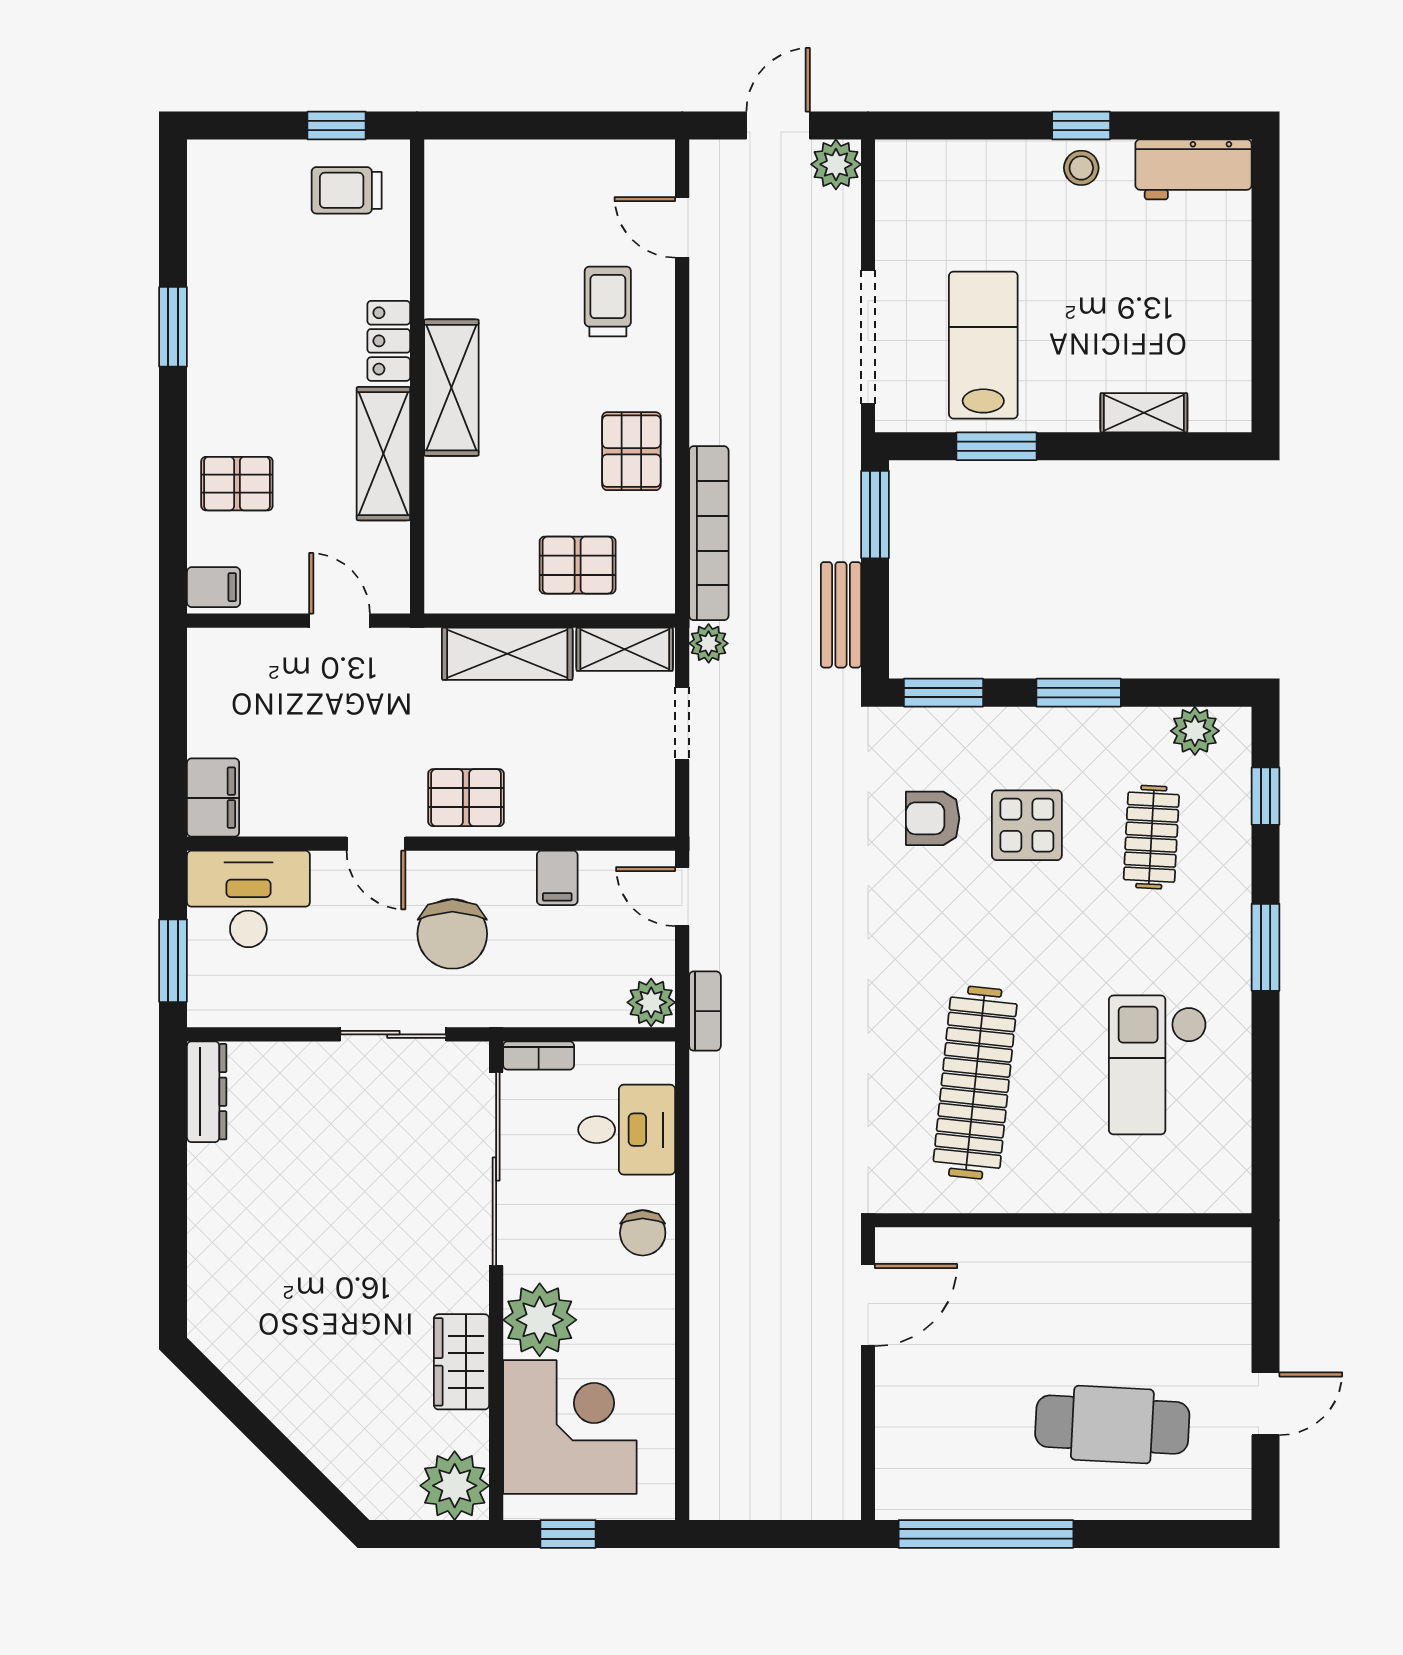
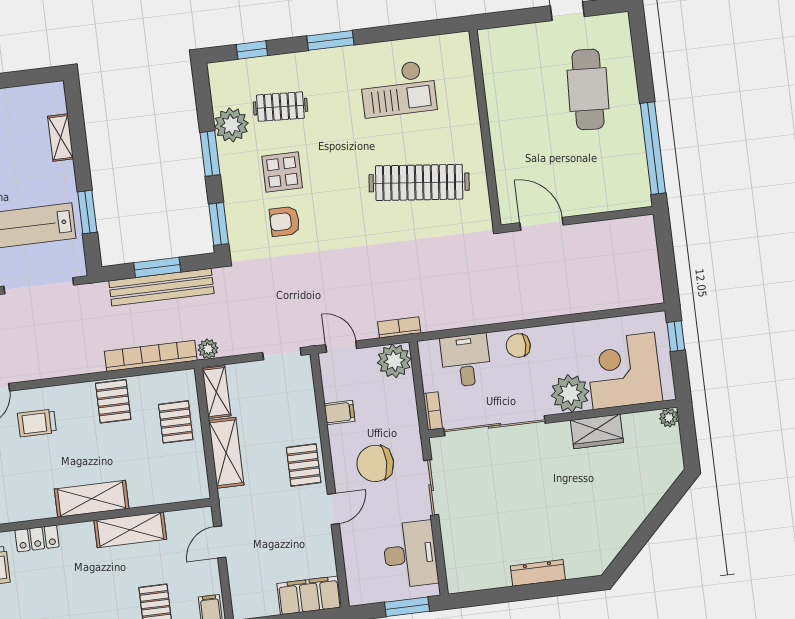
locker: (389, 341) -> (37, 538), moved
pallet: (631, 451) -> (113, 401), turned 90
window: (875, 515) -> (157, 267), moved
bench: (841, 615) -> (161, 287), width x1.86, depth x1.21
doorway: (682, 724) -> (282, 354), moved
plant: (1195, 731) -> (231, 125), moved, width x1.36, depth x1.36
filing cabinet: (213, 798) -> (309, 595), width x1.50, depth x1.17
armchair: (933, 818) -> (285, 221), turned 90
door: (682, 897) -> (341, 347), swing flipped
desk: (248, 899) -> (410, 554), moved, turned 180
chair: (452, 934) -> (375, 463), turned 180
plant: (651, 1002) -> (394, 361), width x1.36, depth x1.36
dresser: (207, 1092) -> (538, 573), moved
chair: (643, 1233) -> (518, 346), turned 180
plant: (455, 1486) -> (669, 418), width x0.53, depth x0.53
window: (568, 1534) -> (676, 336), moved

